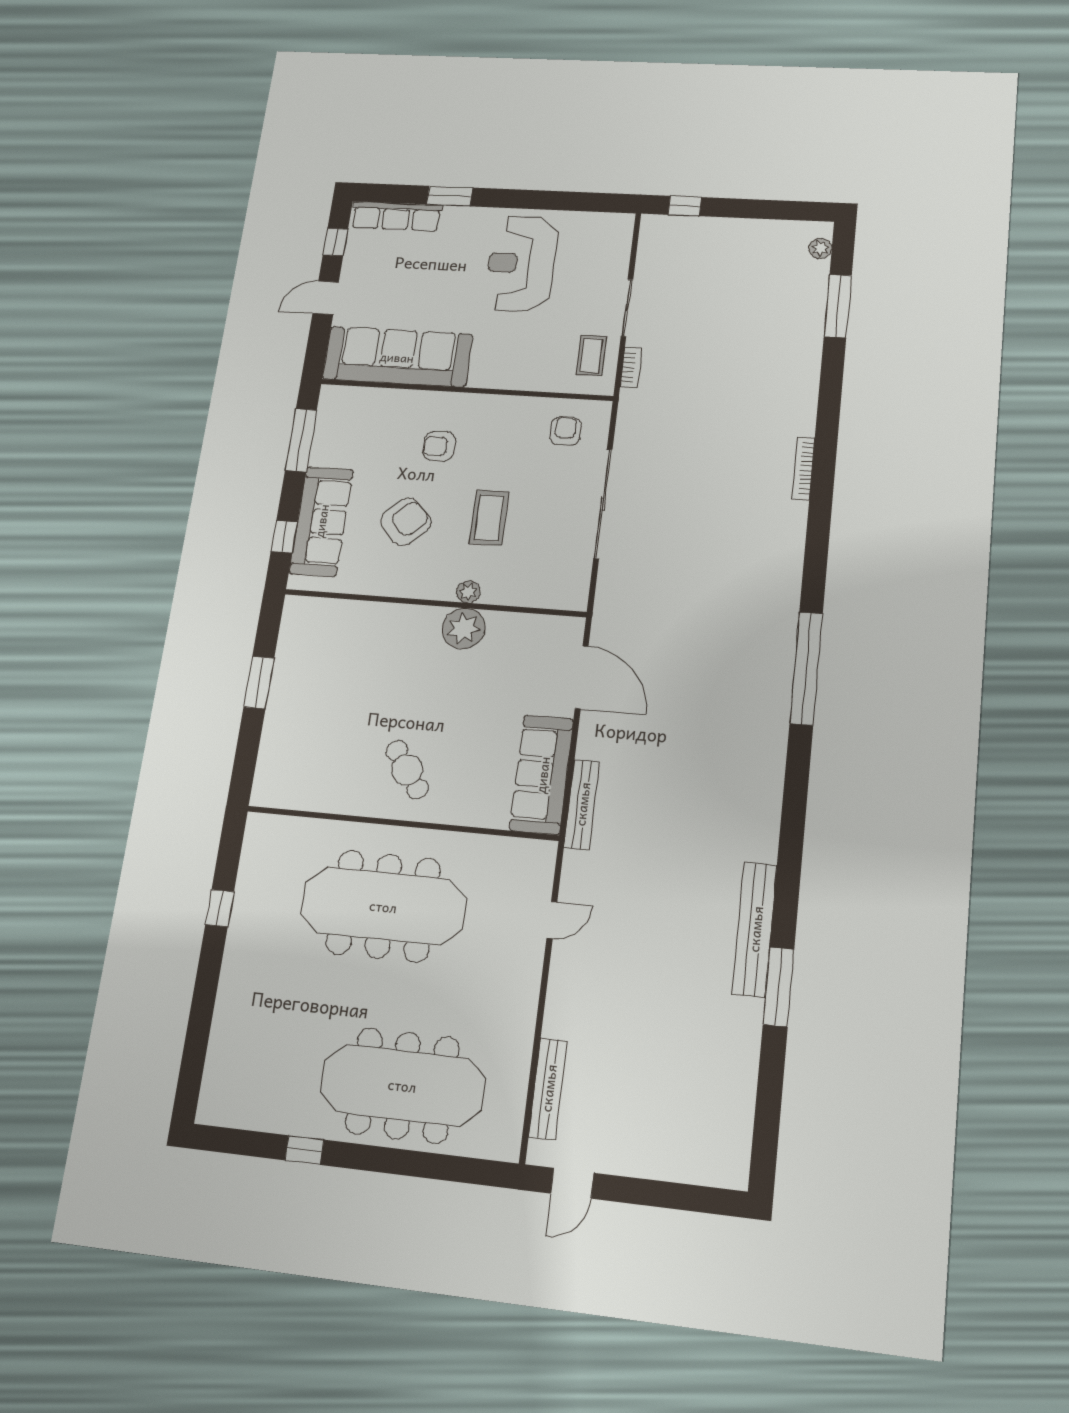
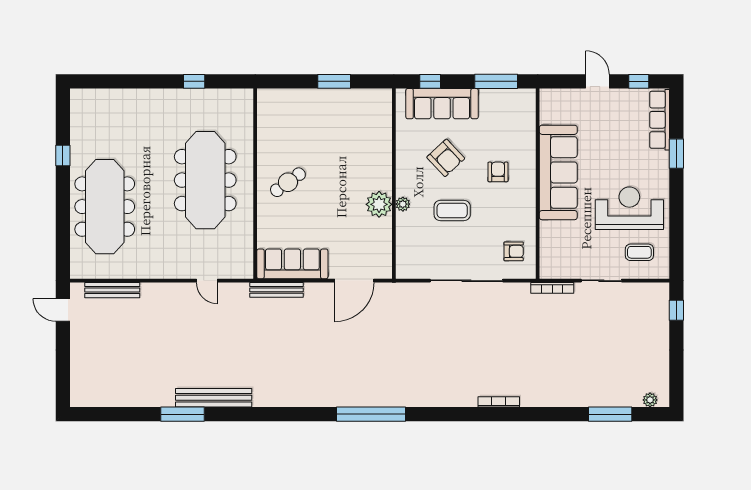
coffee table: (591, 355) -> (639, 252), moved
sofa: (397, 357) -> (558, 172), moved
bookcase: (631, 367) -> (552, 288), width x1.56

